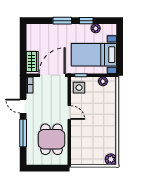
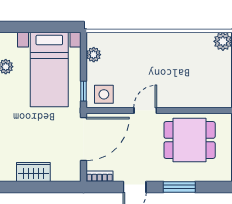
wardrobe: (32, 61) -> (33, 172), moved
door: (52, 75) -> (83, 139), swing flipped
window: (23, 133) -> (179, 187), width x0.69

